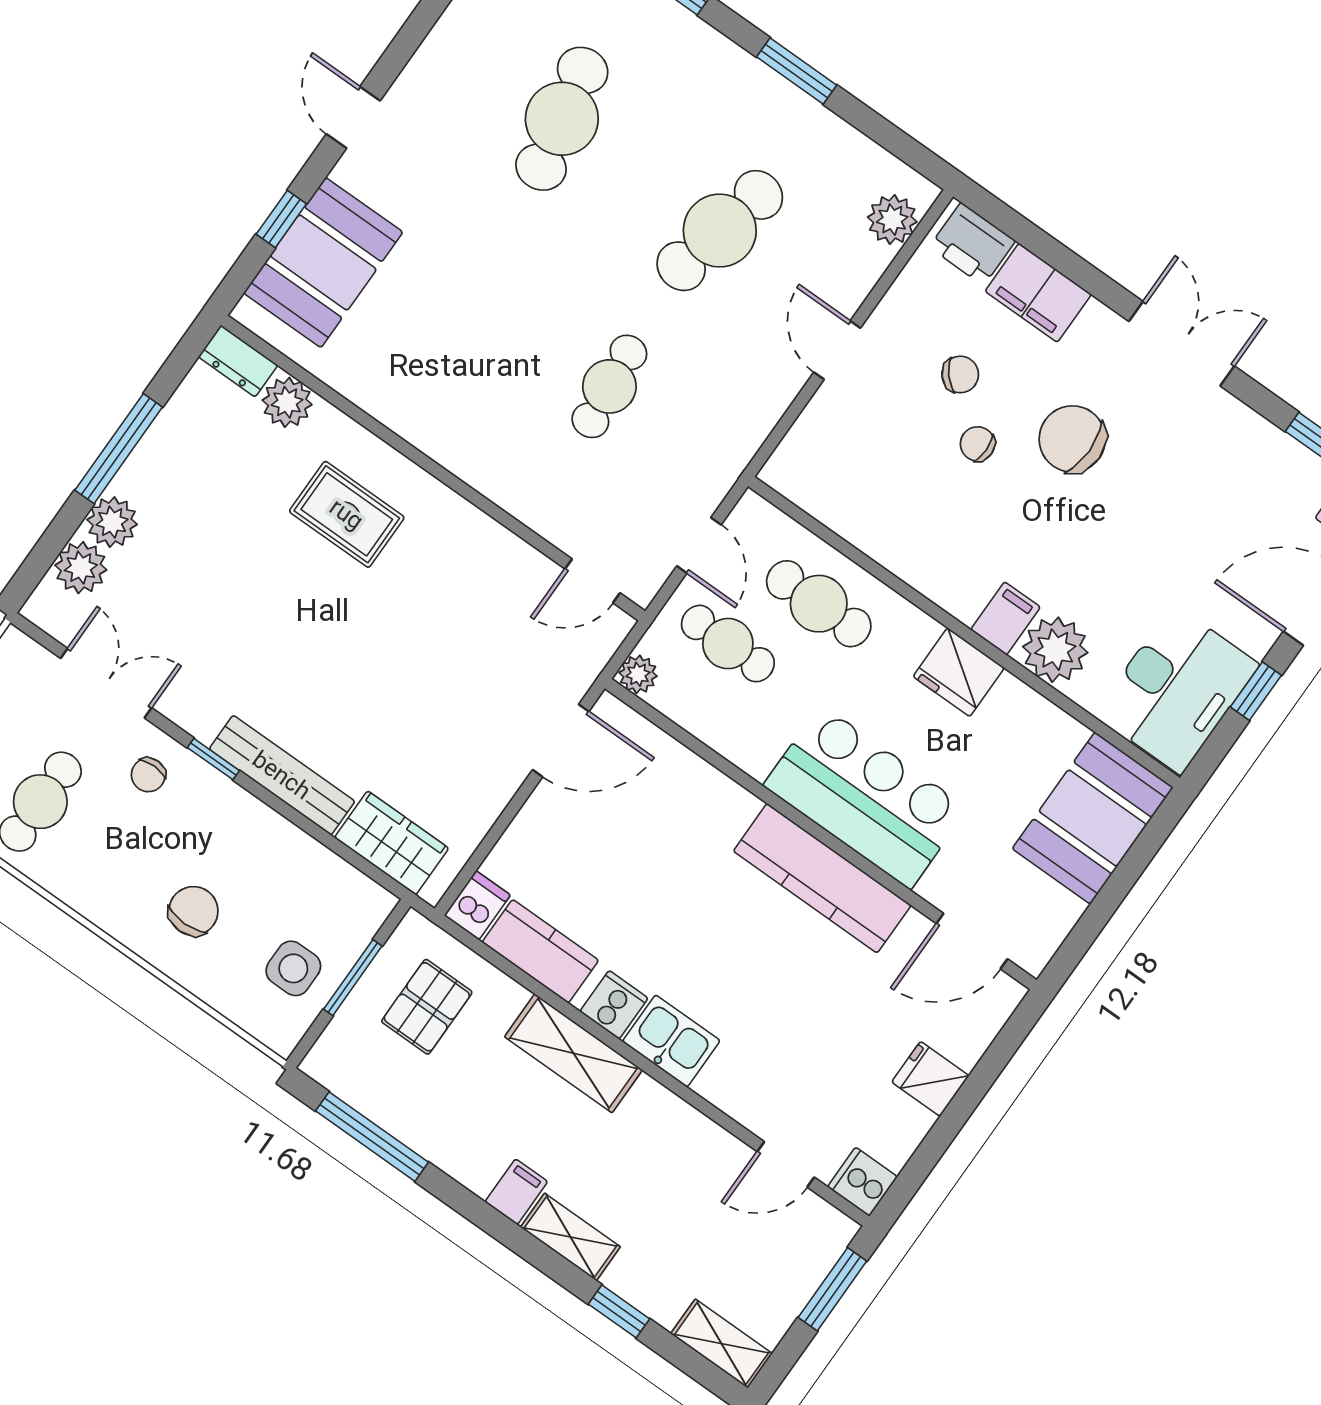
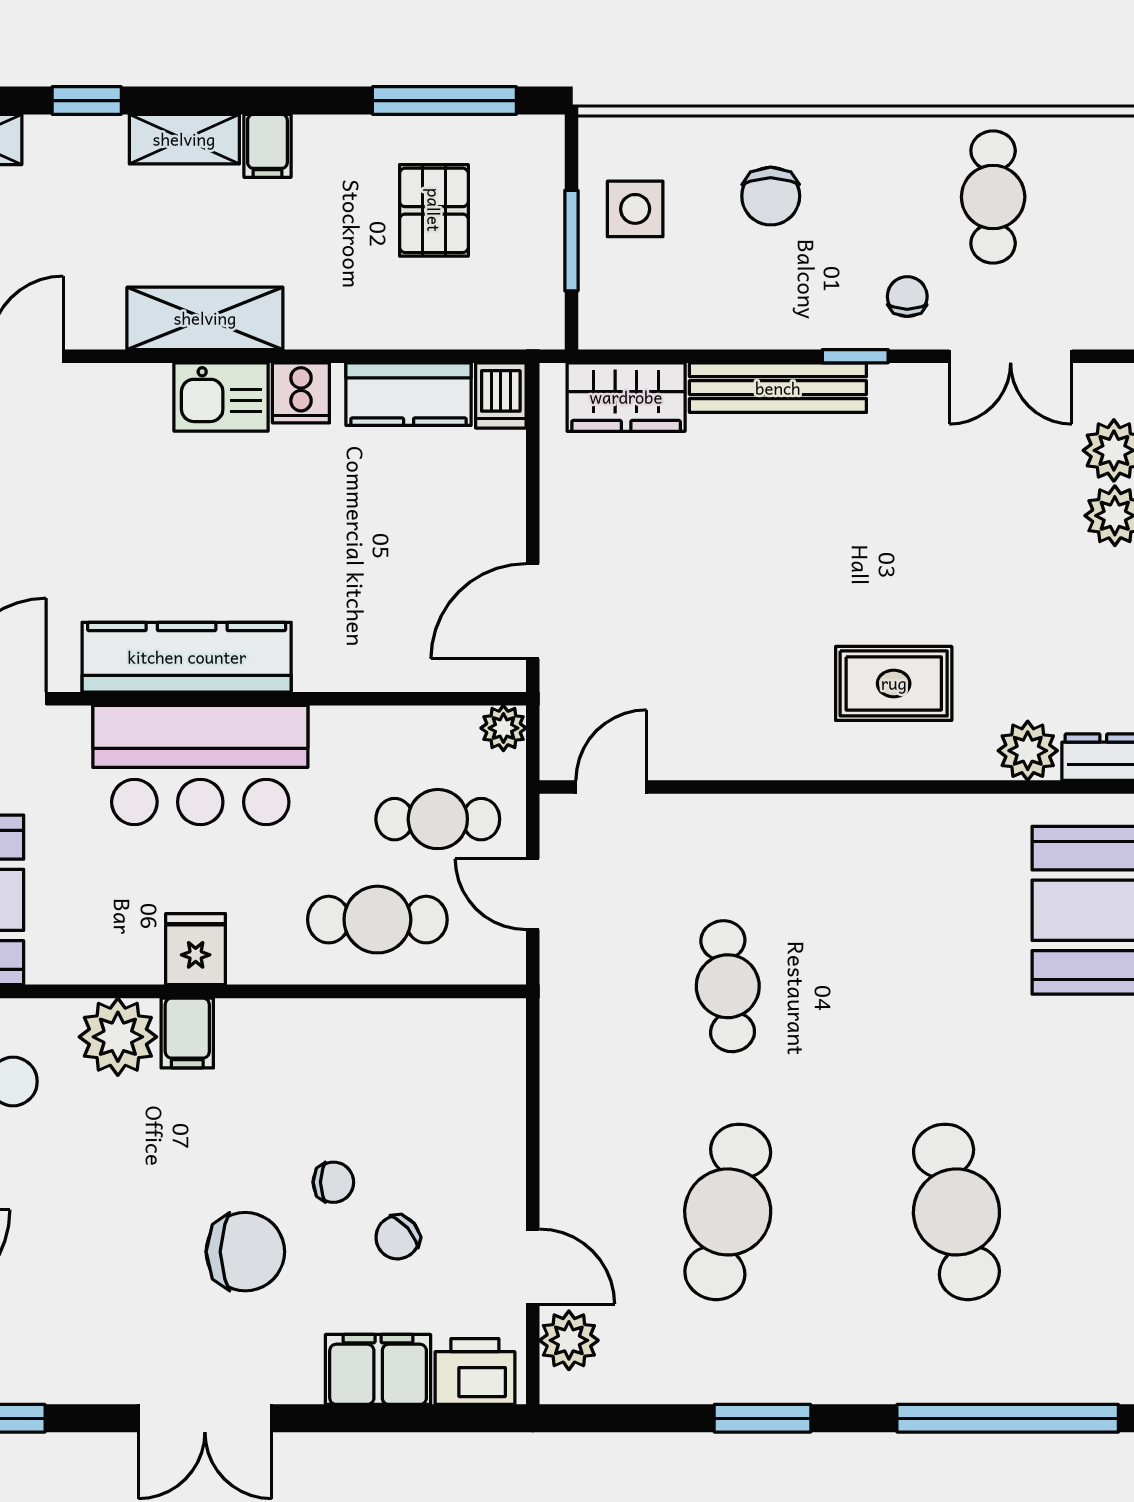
door: (837, 350) -> (533, 1267), moved
fridge: (959, 672) -> (196, 949), width x0.72
pallet: (427, 1007) -> (434, 210), moved
shelving: (573, 1053) -> (205, 318), moved

